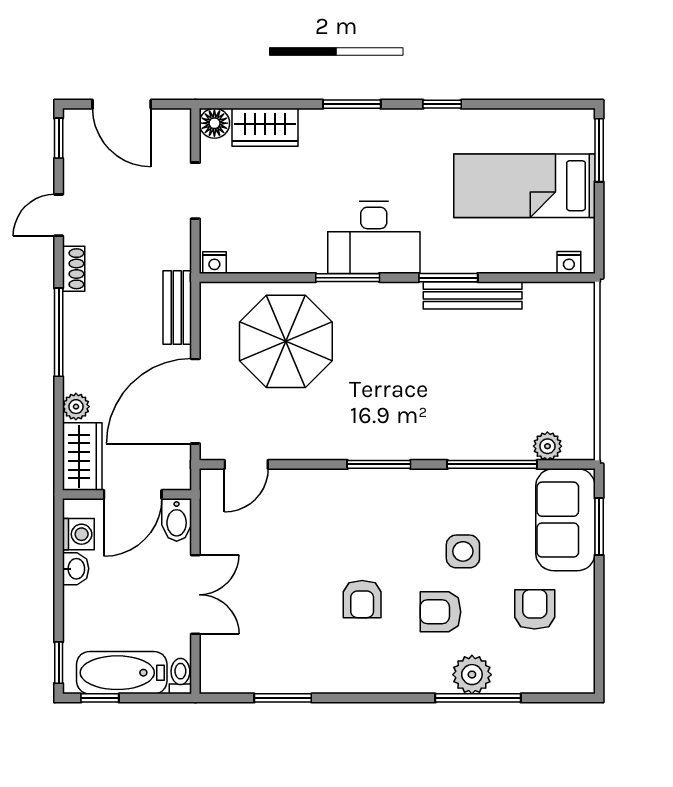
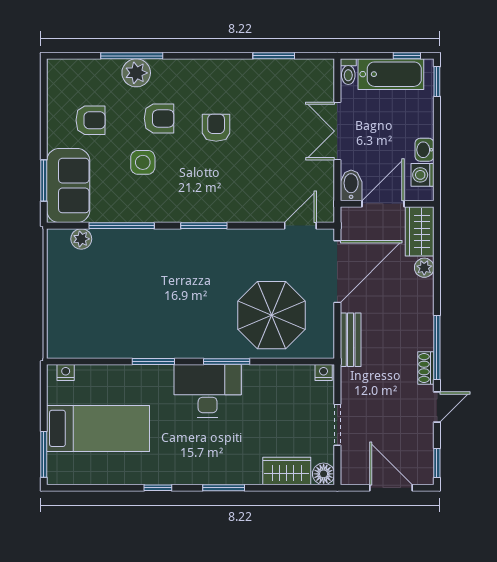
bench: (473, 295) -> (136, 349), removed
window: (59, 332) -> (437, 348), moved
armchair: (535, 609) -> (91, 120), turned -90

